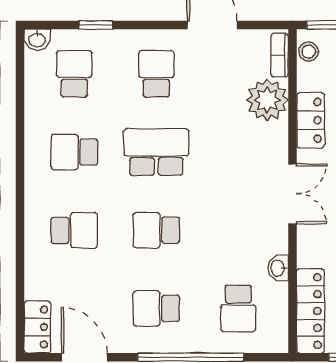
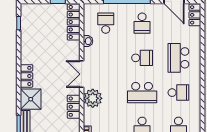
plant: (267, 100) -> (93, 98), moved
school desk: (74, 230) -> (178, 58), width x1.85
school desk: (156, 308) -> (142, 23), turned 90

